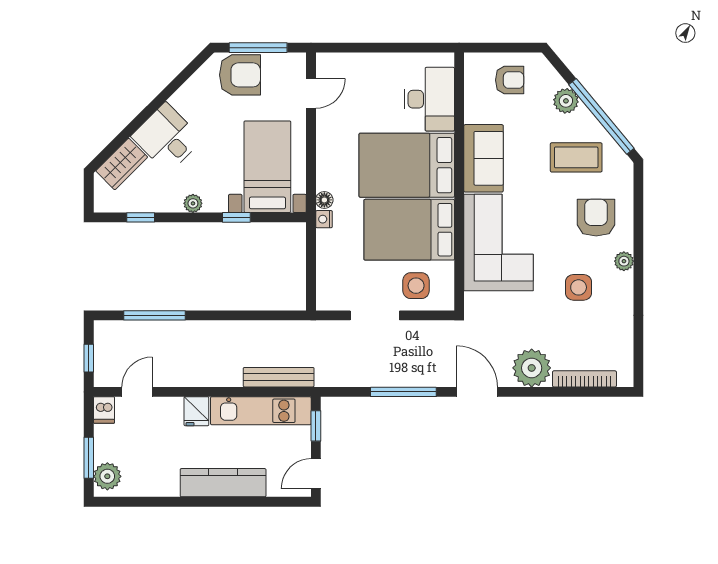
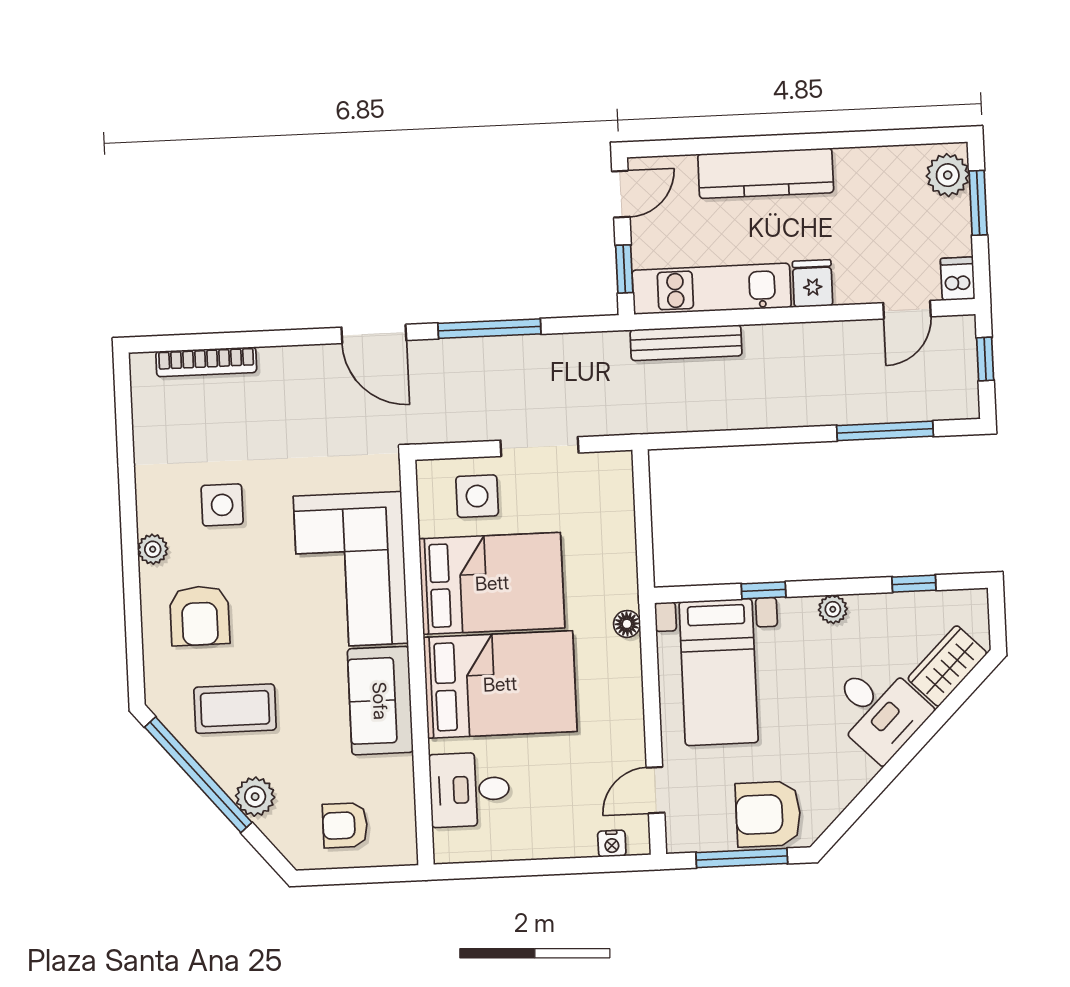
desk: (429, 99) -> (470, 790), width x0.73
nightstand: (324, 219) -> (612, 844), moved, turned 90
plant: (532, 368) -> (290, 375), removed

